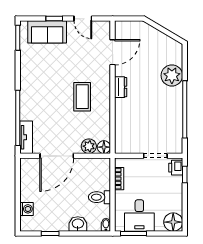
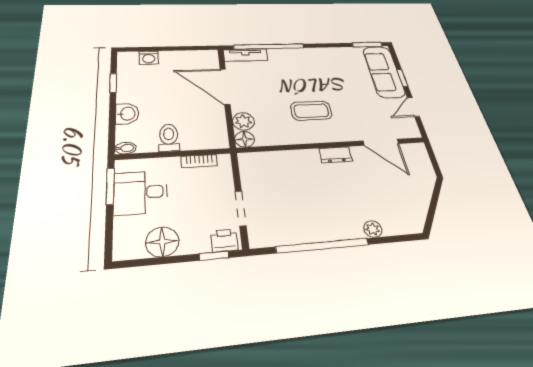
sofa: (47, 32) -> (384, 72), width x1.36
plant: (172, 75) -> (373, 229), width x0.53, depth x0.53
floor lamp: (173, 222) -> (162, 242), moved

